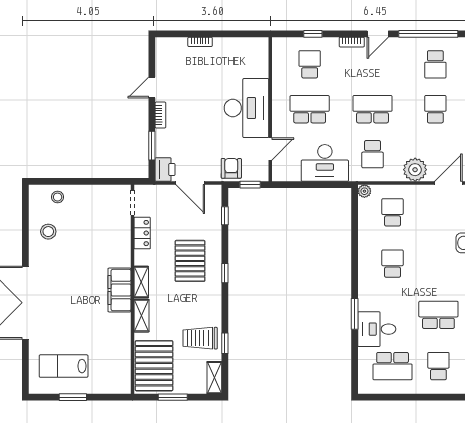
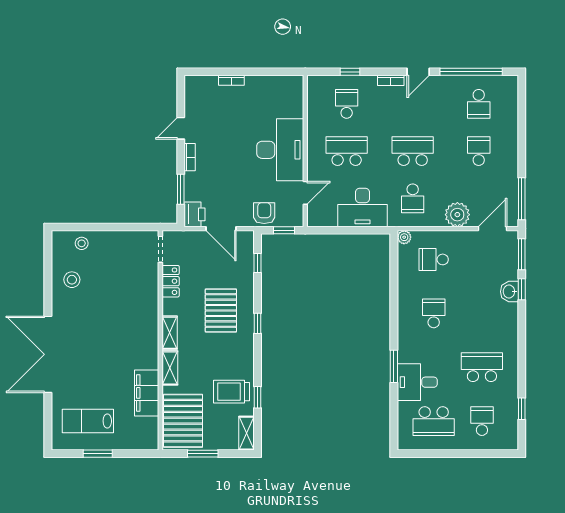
school desk: (393, 212) -> (434, 259), turned -90
filing cabinet: (119, 290) -> (147, 393), moved

